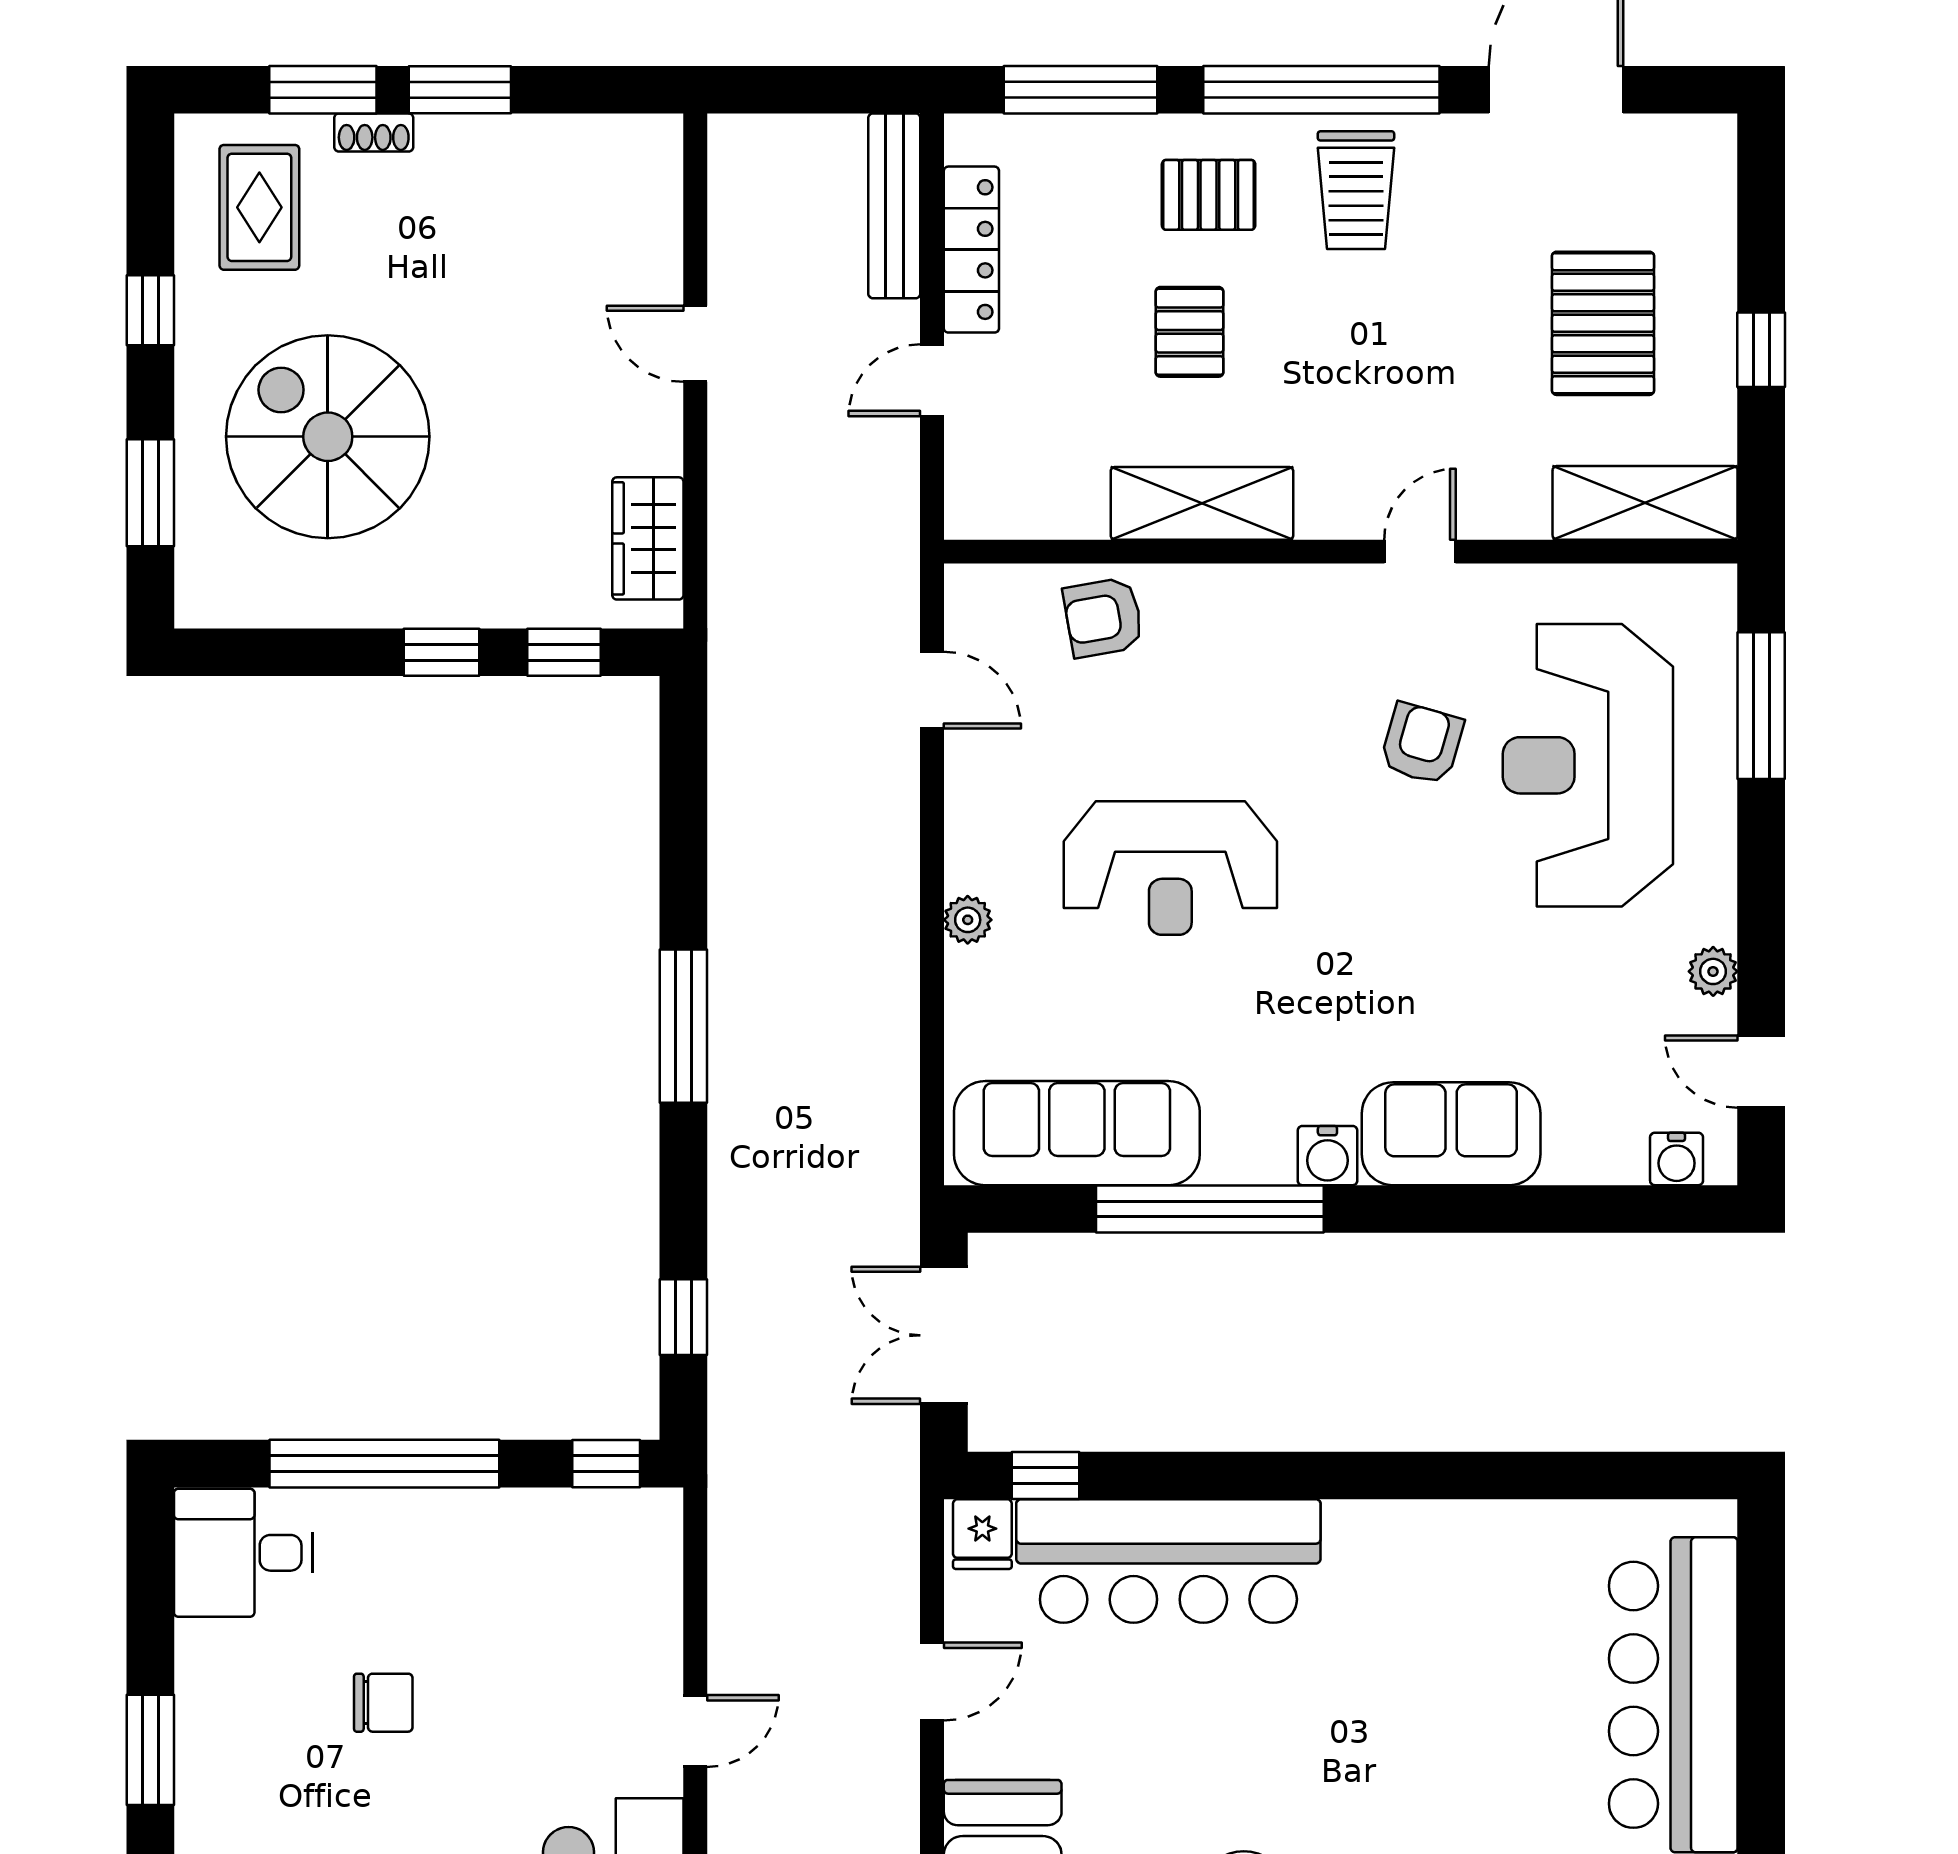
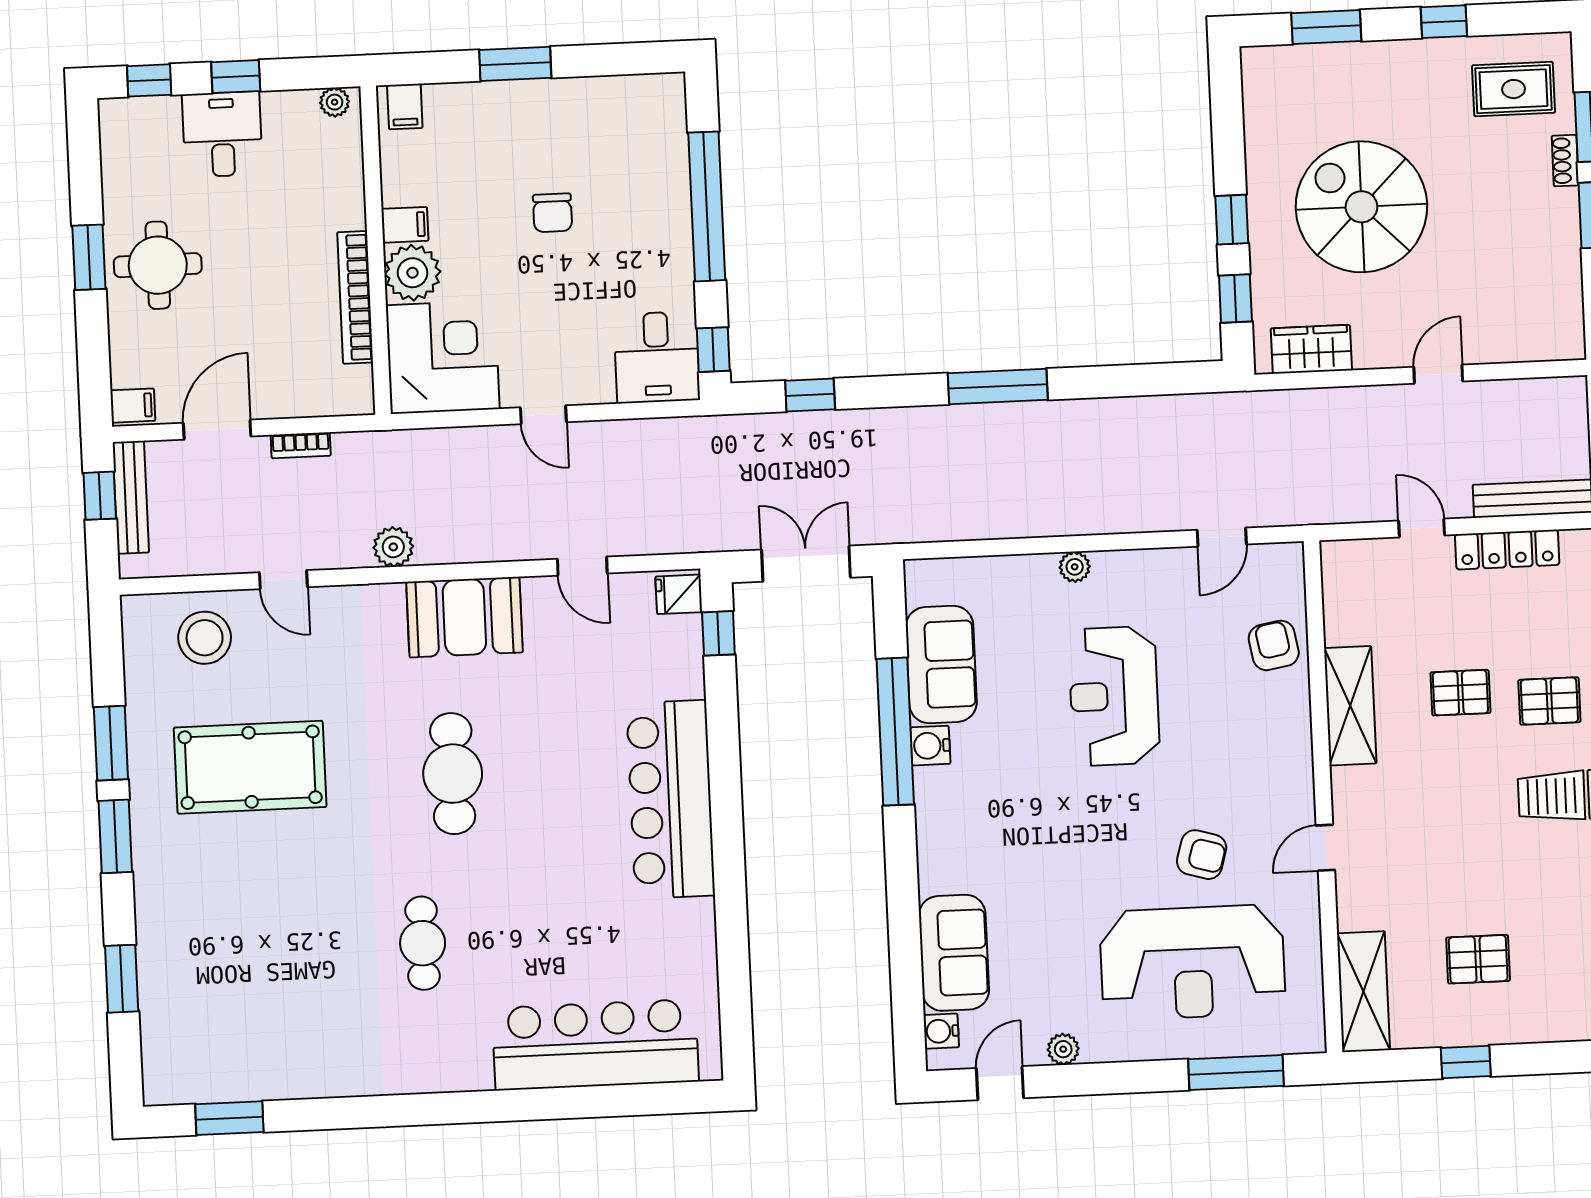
pallet: (1209, 195) -> (1549, 701), turned 90
pallet: (1603, 323) -> (1478, 959), width x0.67, depth x0.71
spiral stairs: (328, 437) -> (1361, 207), moved, turned -90
door: (1420, 552) -> (1325, 848), swing flipped
reception desk: (1588, 765) -> (1193, 962), turned 180
sofa: (1077, 1133) -> (941, 665), width x0.73
sofa: (1451, 1134) -> (954, 953), moved
water cooler: (1327, 1156) -> (930, 746), moved
desk: (243, 1553) -> (657, 357), moved, turned 180
bar counter: (1168, 1561) -> (671, 799), moved

